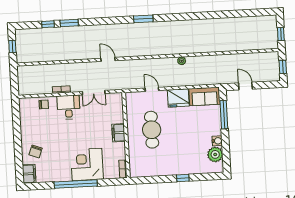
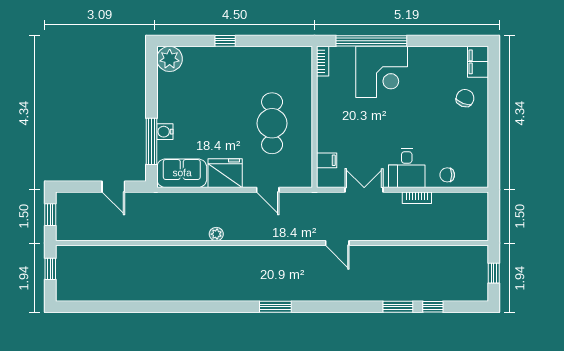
filing cabinet: (119, 133) -> (327, 160), moved, width x0.50
water cooler: (217, 141) -> (165, 132), moved
plant: (215, 154) -> (170, 59), moved
window: (76, 184) -> (371, 41), moved

